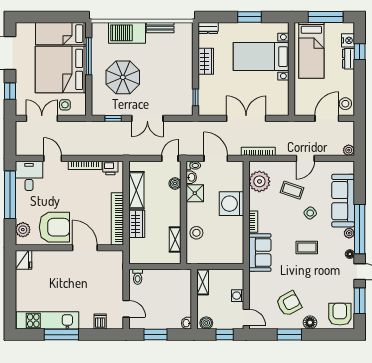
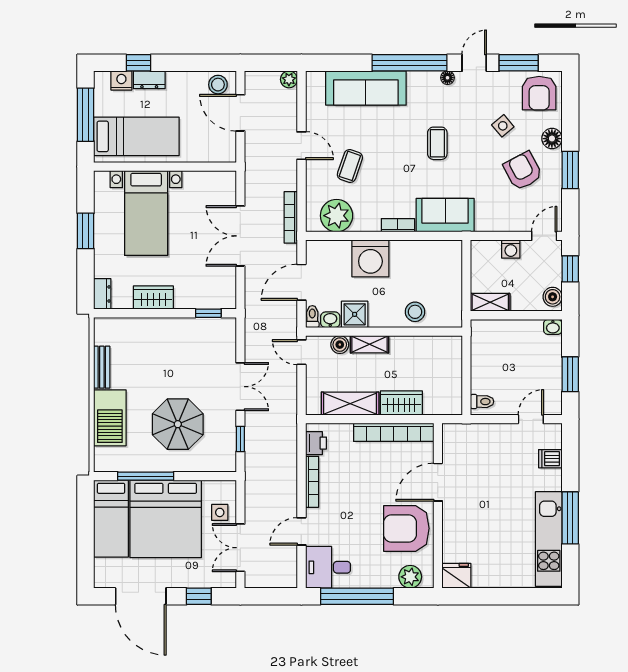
side table: (310, 213) -> (503, 126), moved
armchair: (54, 227) -> (406, 528), turned -90
plant: (349, 233) -> (416, 79), removed
shelving: (175, 239) -> (369, 344), moved
armchair: (340, 314) -> (539, 93), turned -90

